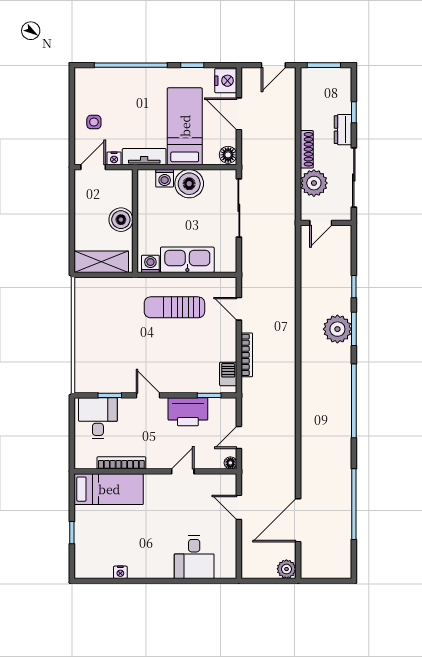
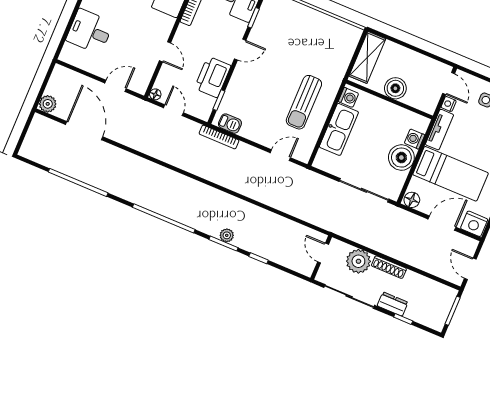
sun lounger: (174, 307) -> (304, 102), turned 180
plant: (337, 329) -> (227, 235), width x0.53, depth x0.53
bookcase: (247, 355) -> (219, 137), moved

